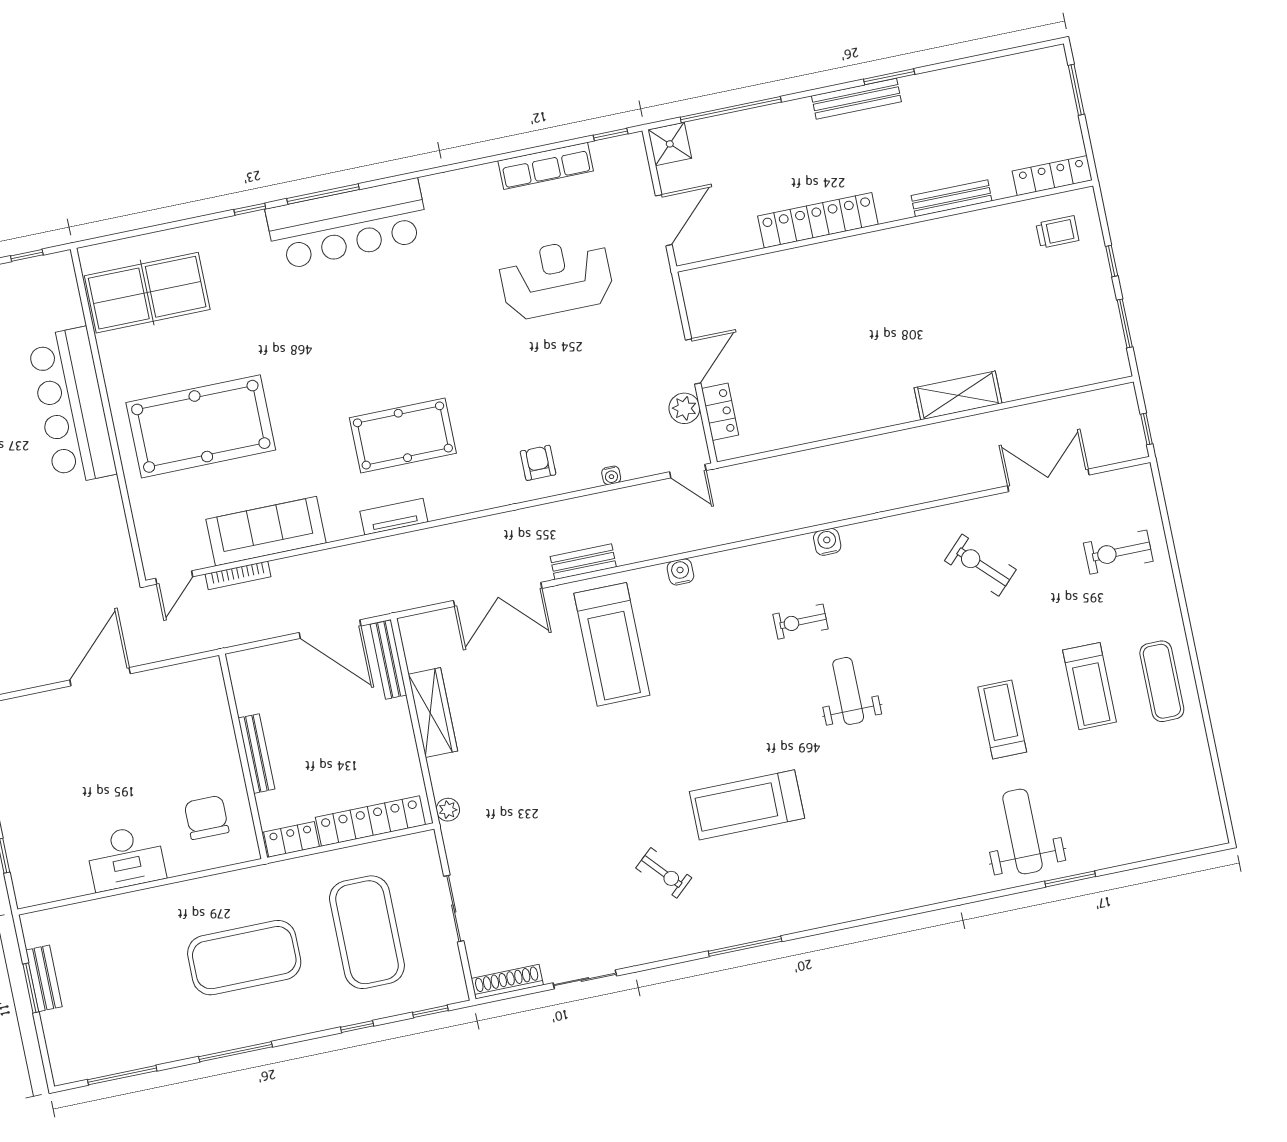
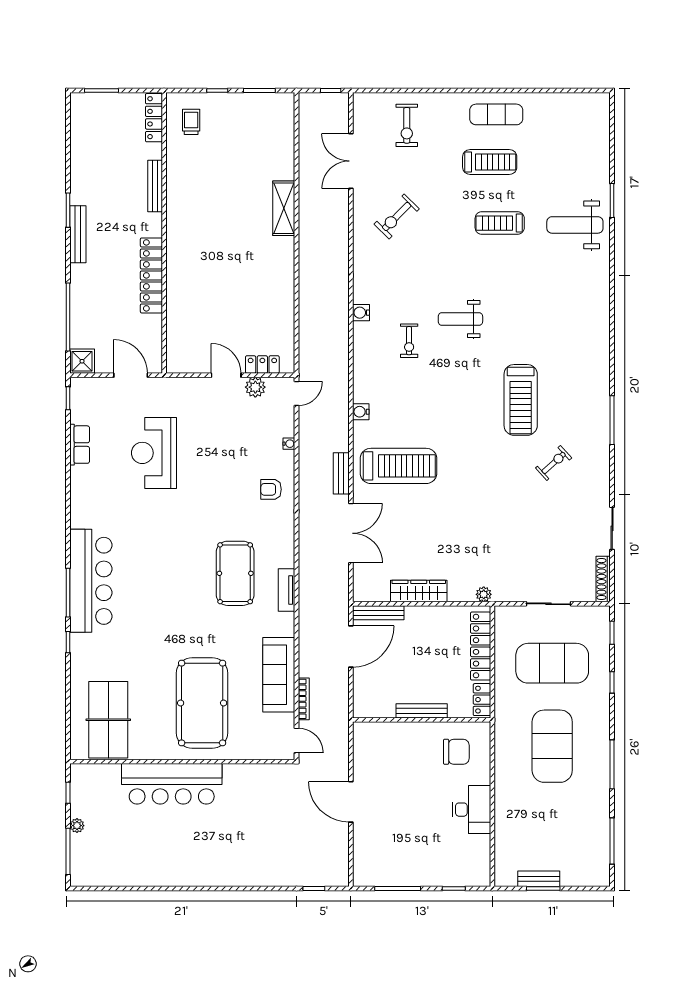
row of seats: (546, 166) -> (80, 445), width x0.68
chair: (207, 817) -> (456, 752), turned 180

